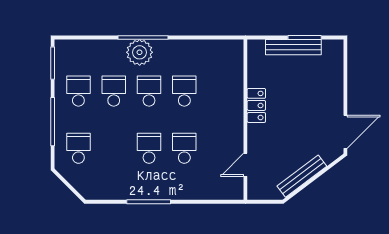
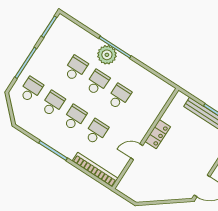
school desk: (78, 91) -> (53, 104), moved
door: (245, 165) -> (137, 152), moved
bench: (302, 176) -> (158, 196), removed
bookcase: (211, 193) -> (95, 170), added

